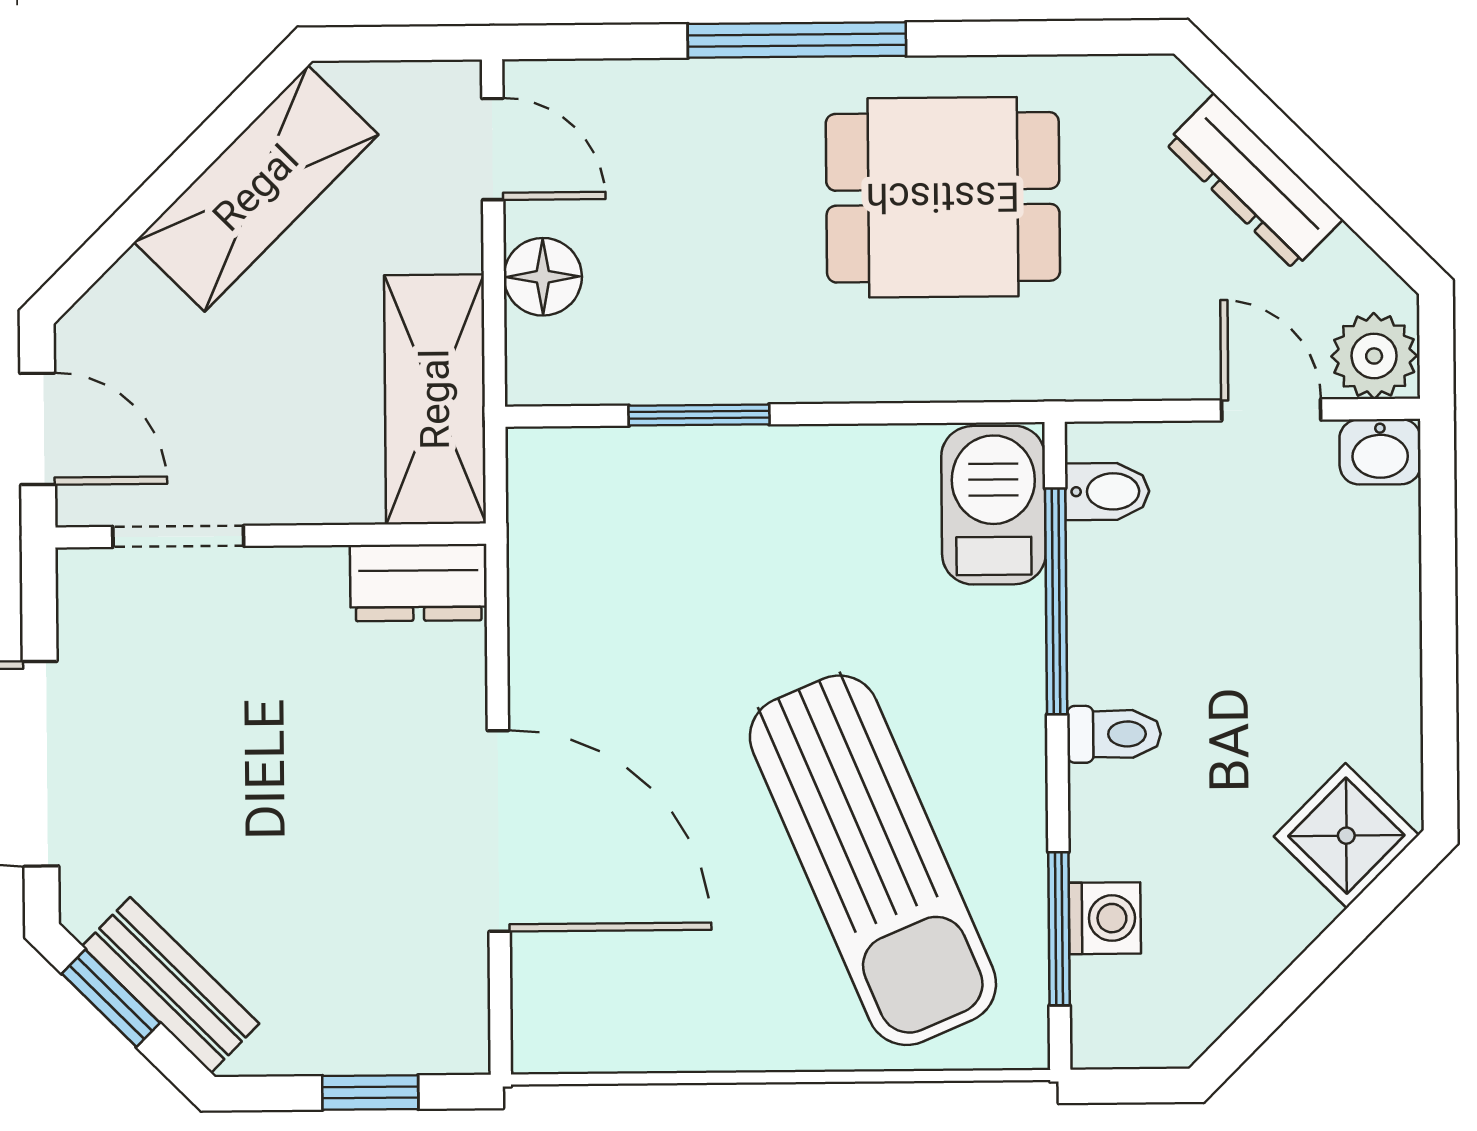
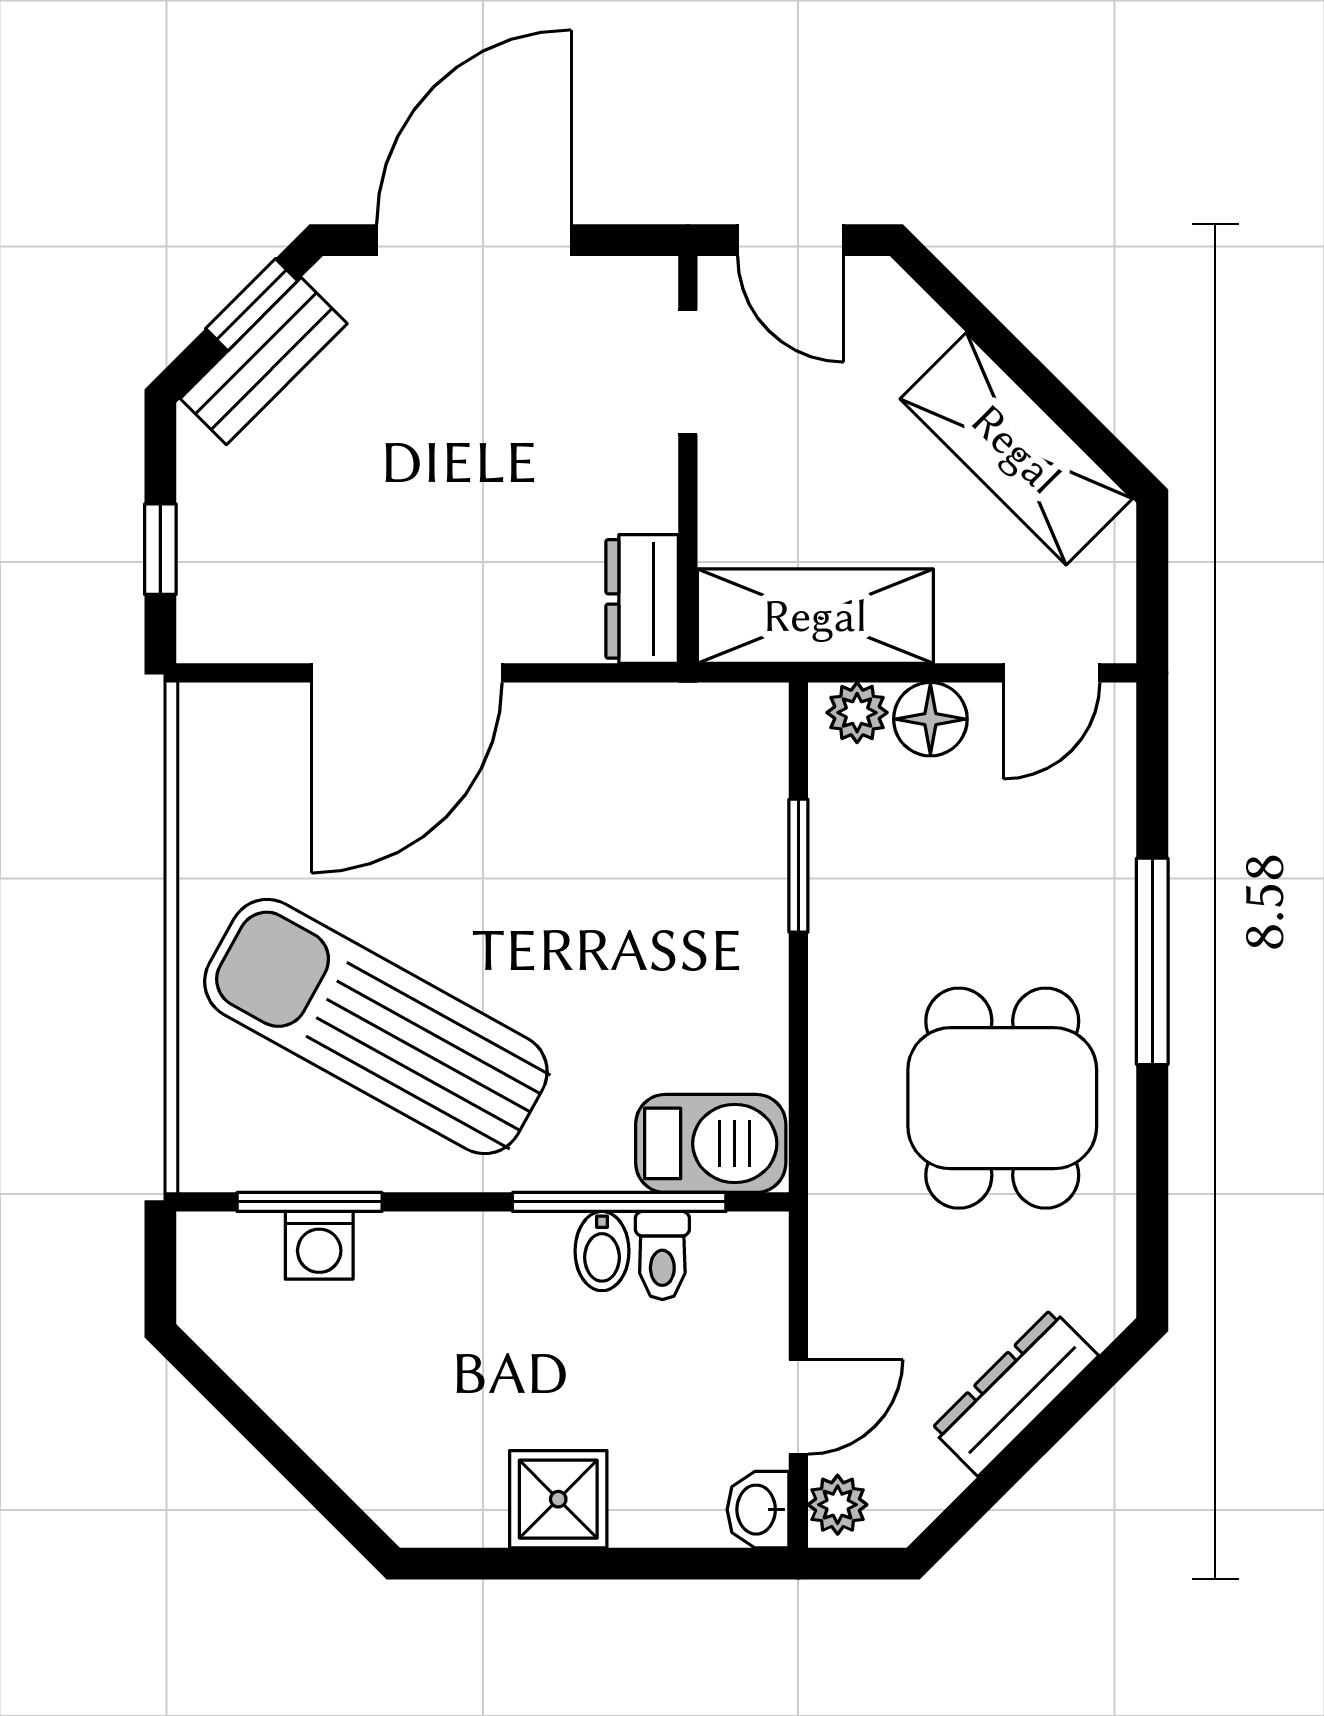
plant: (537, 354) -> (857, 713), added
plant: (1374, 356) -> (838, 1505), width x0.73, depth x0.73
door: (38, 429) -> (791, 240), hinge flipped
bidet: (1107, 491) -> (602, 1251), moved
toilet: (1114, 734) -> (662, 1255), moved
shower: (1346, 836) -> (558, 1499), moved, turned 45
sun lounger: (873, 860) -> (376, 1027), turned 52

